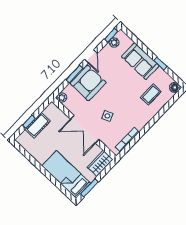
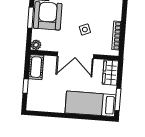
cot: (38, 125) -> (36, 67), moved

